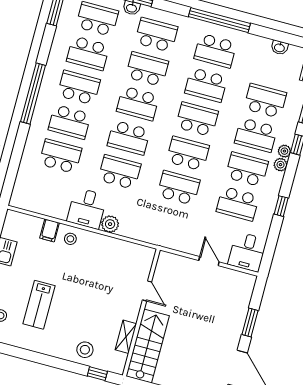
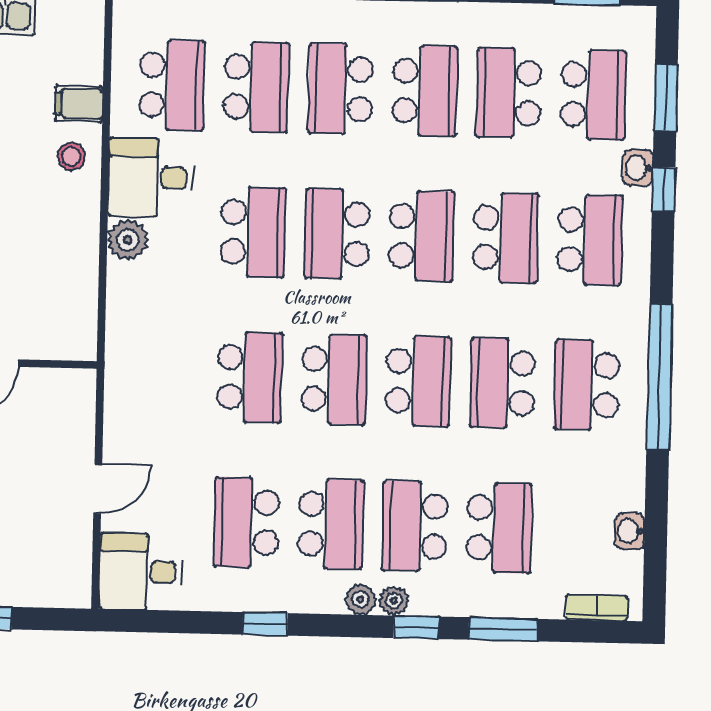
school desk: (138, 103) -> (421, 236), turned 180
school desk: (51, 190) -> (172, 85), added

